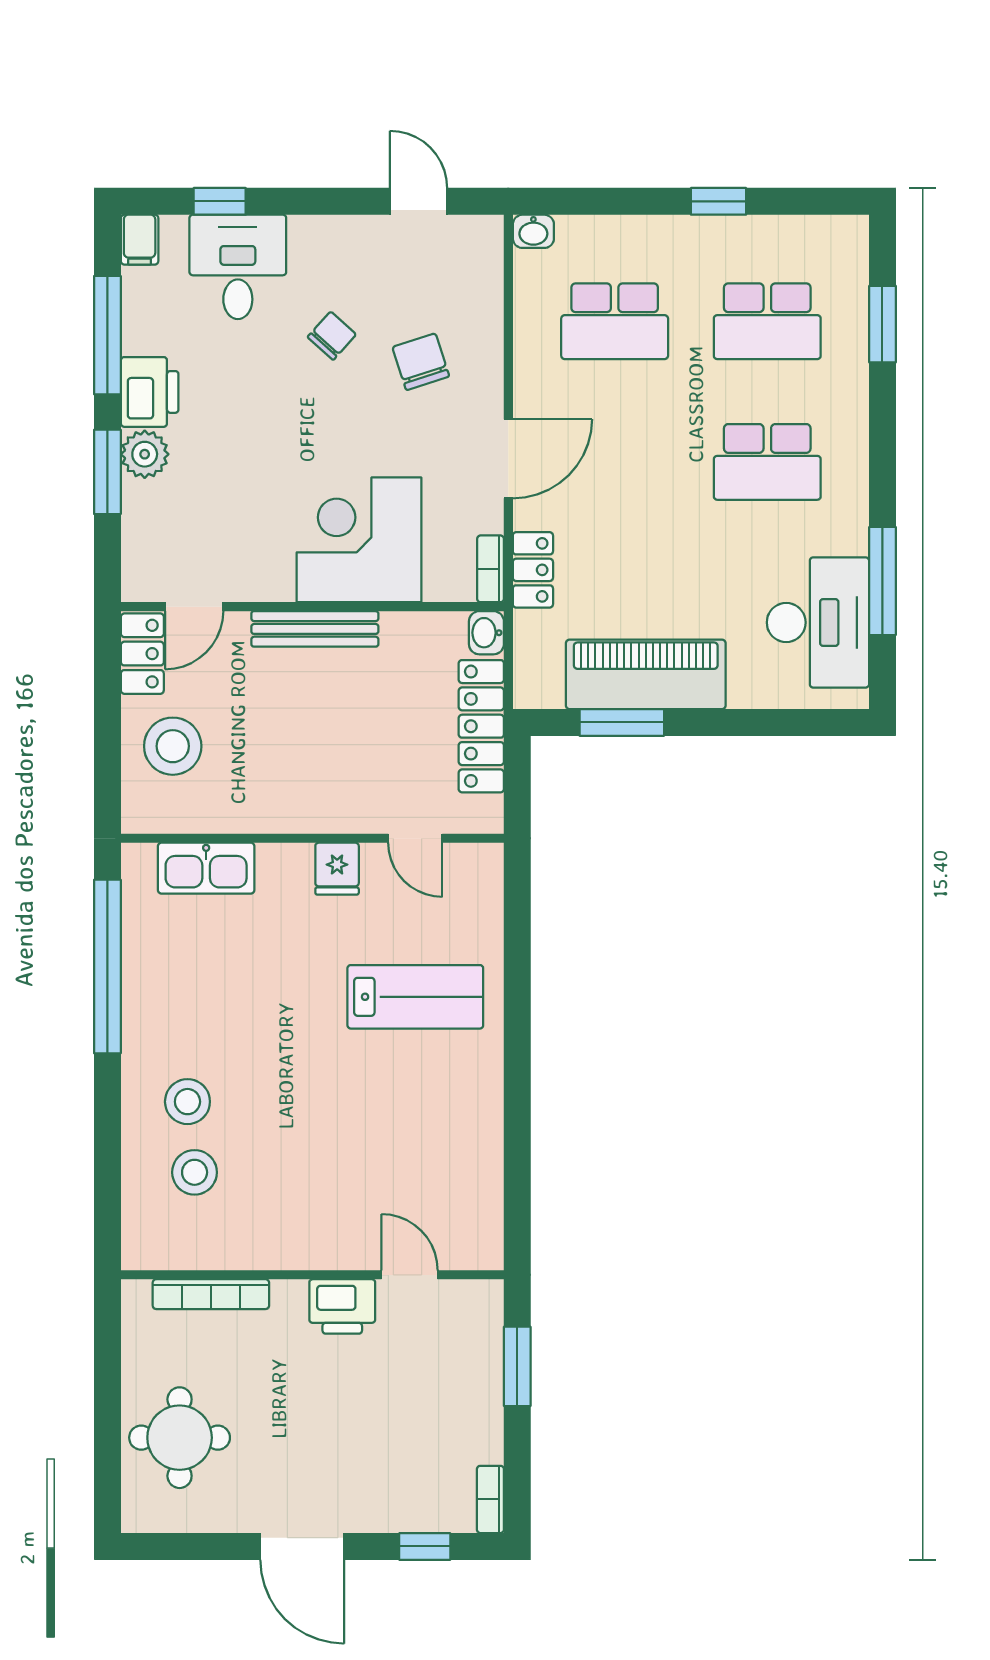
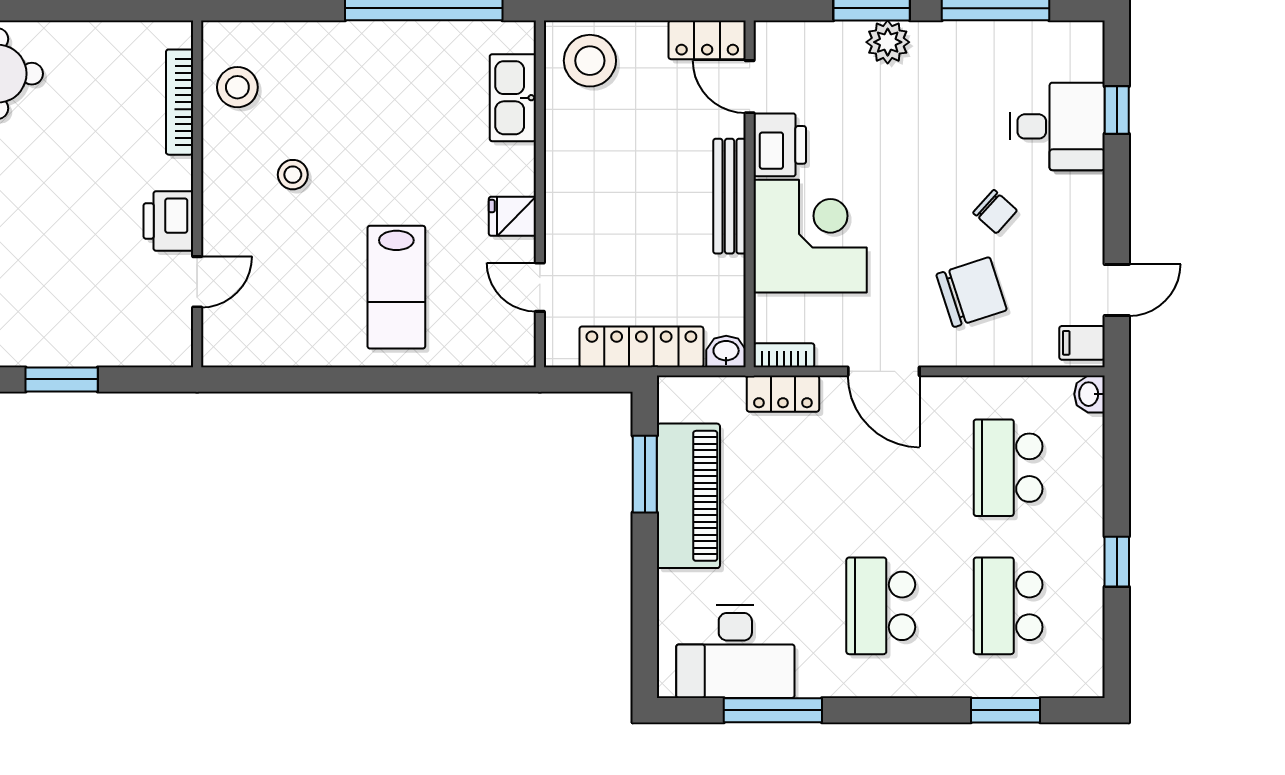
filing cabinet: (140, 240) -> (1082, 343), moved
chair: (421, 362) -> (971, 292), width x1.37, depth x1.37
printer: (150, 392) -> (780, 145), moved, turned -90
stool: (173, 746) -> (590, 61), moved
door: (415, 838) -> (540, 287), hinge flipped
stool: (187, 1102) -> (293, 175), moved, width x0.73, depth x0.73
wall: (312, 1275) -> (197, 194), moved
door: (410, 1275) -> (197, 282), moved
bookcase: (211, 1294) -> (180, 102), moved
printer: (342, 1306) -> (168, 221), moved

